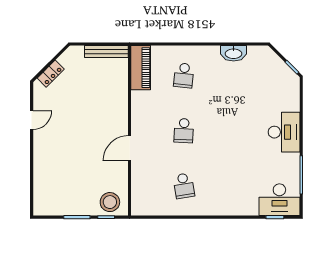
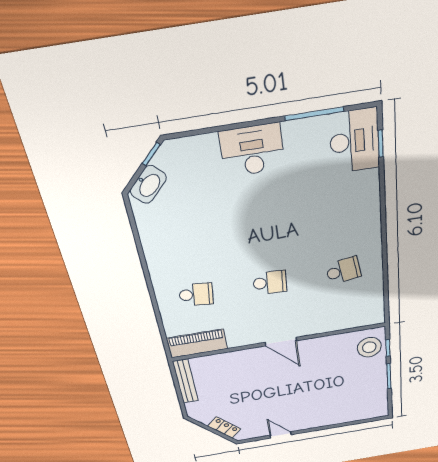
washbasin: (234, 53) -> (148, 185), moved, turned 45
door: (130, 148) -> (281, 342), moved

